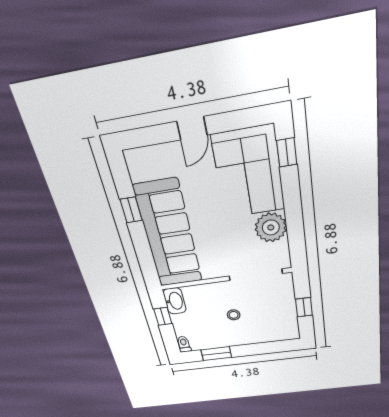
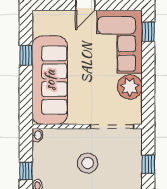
washbasin: (175, 301) -> (37, 135), width x0.52, depth x0.69
stool: (234, 315) -> (88, 163), width x1.89, depth x1.89
window: (163, 316) -> (26, 171), moved

